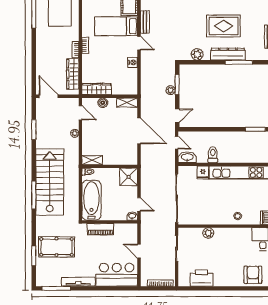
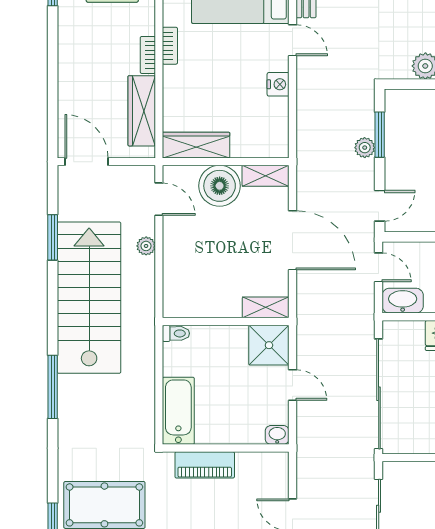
boiler: (103, 103) -> (220, 186), width x1.86, depth x1.86
shelving: (92, 160) -> (266, 307), moved
stairs: (50, 182) -> (89, 298), moved
bathtub: (91, 200) -> (178, 411), width x0.73, depth x0.73
door: (139, 204) -> (293, 385), moved

